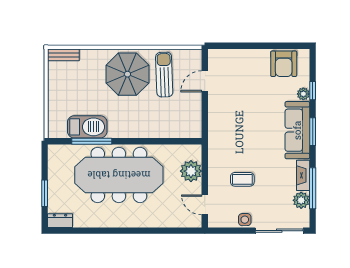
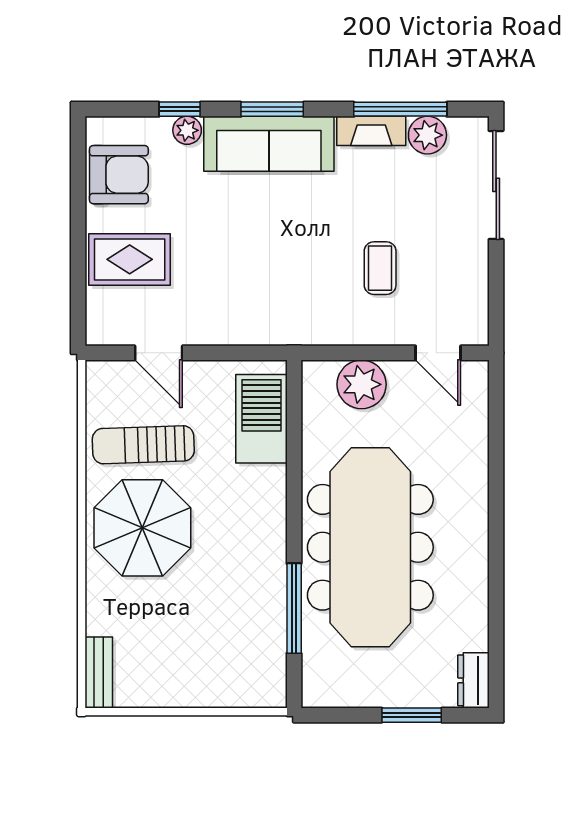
rug: (246, 69) -> (130, 259), added
barbecue: (87, 127) -> (262, 419), moved
door: (205, 205) -> (438, 353), hinge flipped
side table: (245, 220) -> (471, 263), removed

